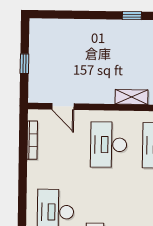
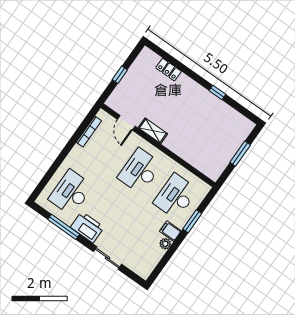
locker: (69, 26) -> (169, 70), added
shelving: (132, 97) -> (153, 131), moved

